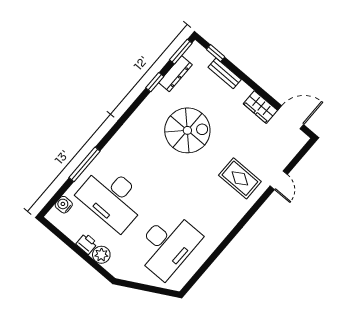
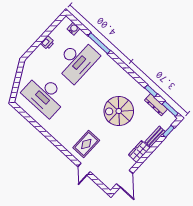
wardrobe: (260, 107) -> (139, 151), moved
spiral stairs: (187, 130) -> (119, 111), turned 90
door: (279, 180) -> (84, 169), hinge flipped
desk: (112, 198) -> (77, 60), turned 180
plant: (101, 255) -> (40, 52), removed

